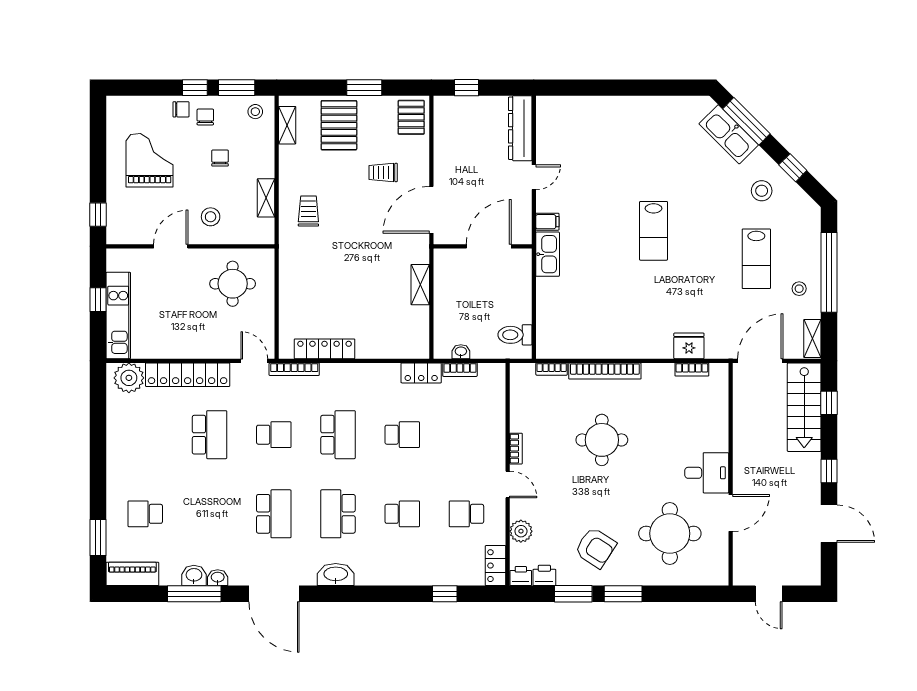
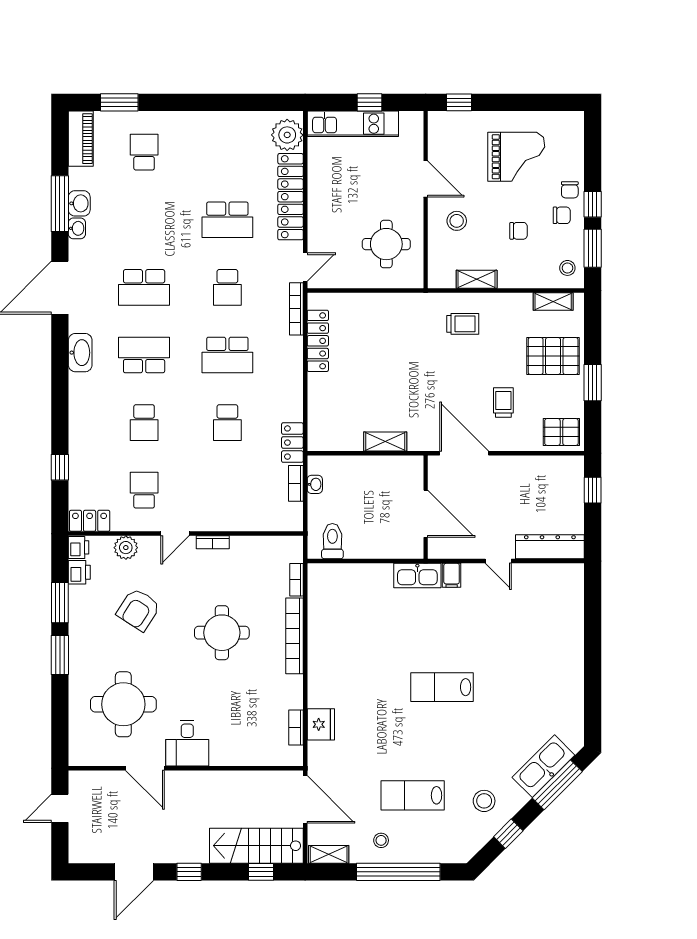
armchair: (595, 548) -> (138, 610), moved

